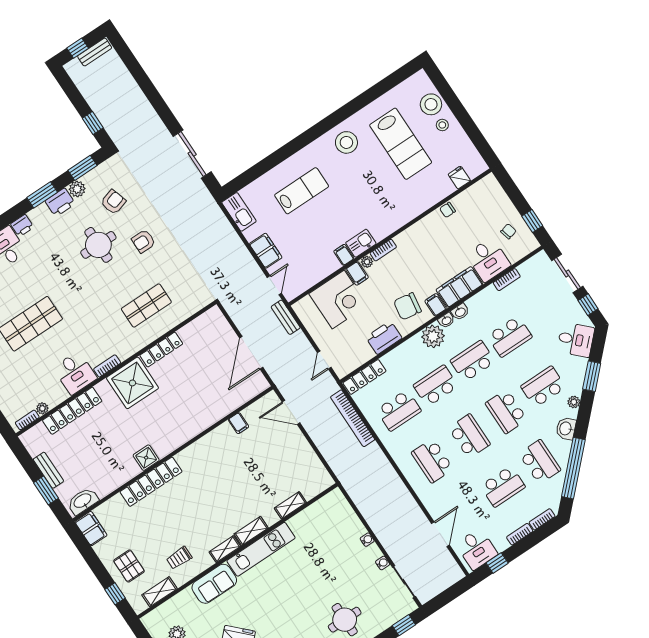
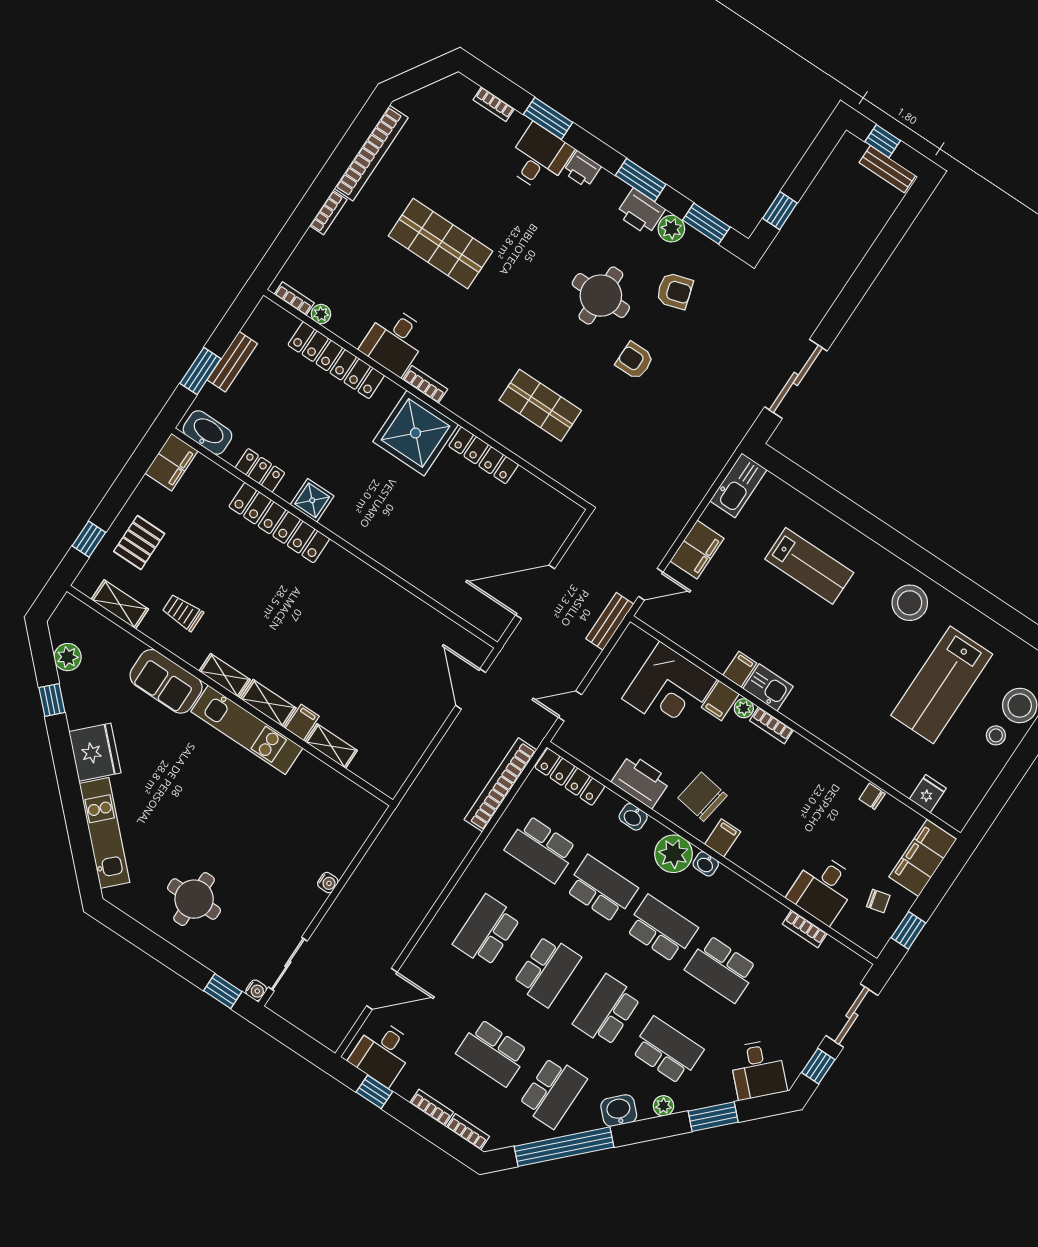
filing cabinet: (459, 287) -> (923, 858), moved, turned -90
washbasin: (460, 312) -> (633, 817), moved
filing cabinet: (239, 423) -> (302, 722), moved, turned 180
locker: (117, 480) -> (260, 470), added
water cooler: (383, 563) -> (256, 990), moved

